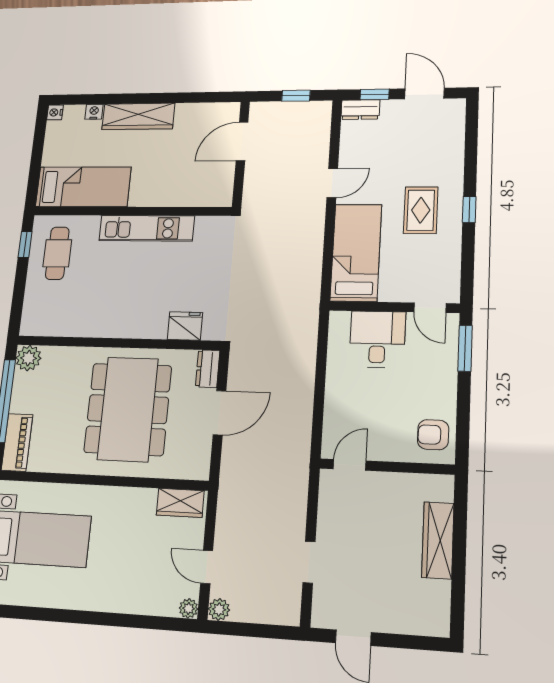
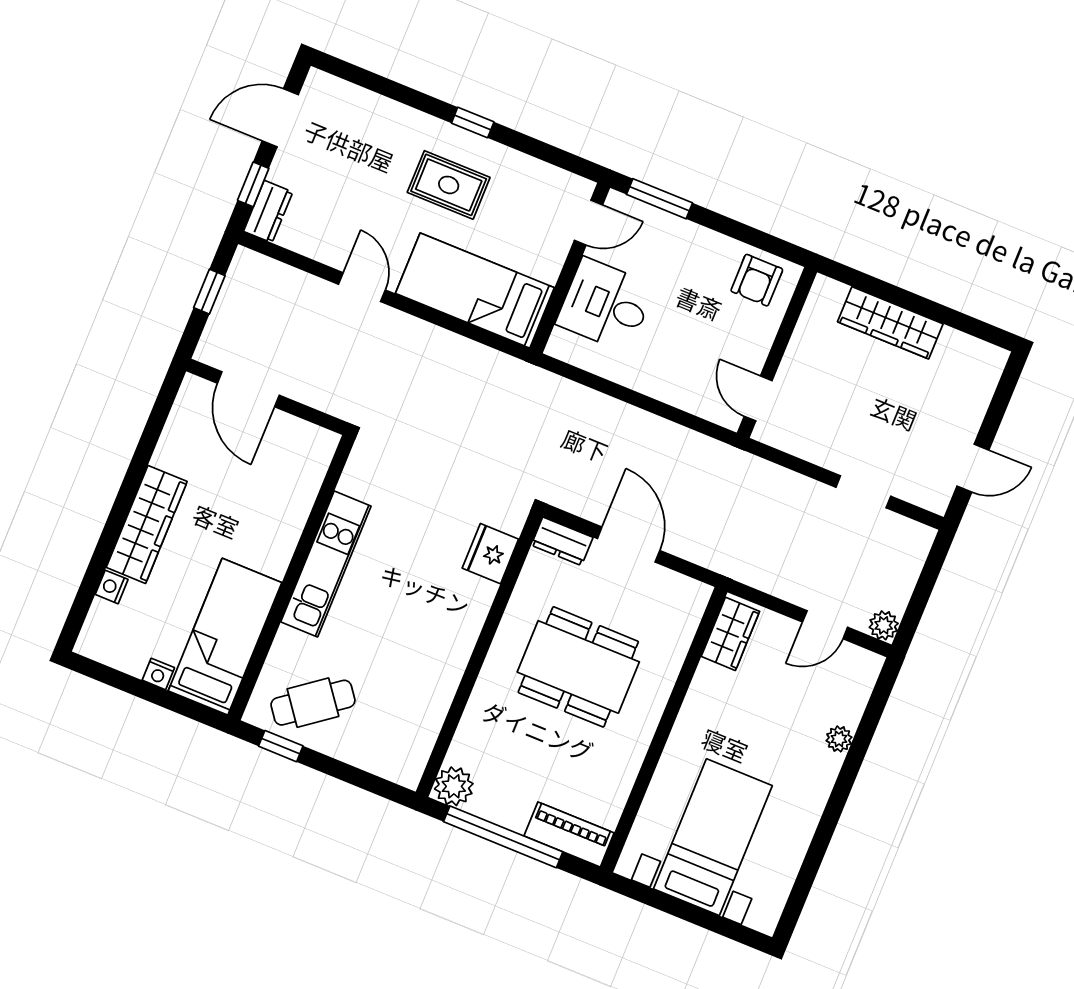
nightstand: (55, 112) -> (158, 674), moved
cafe table: (57, 253) -> (313, 703), turned -37
dining table: (128, 409) -> (578, 667), width x0.73, depth x0.80
plant: (189, 608) -> (839, 739), moved

